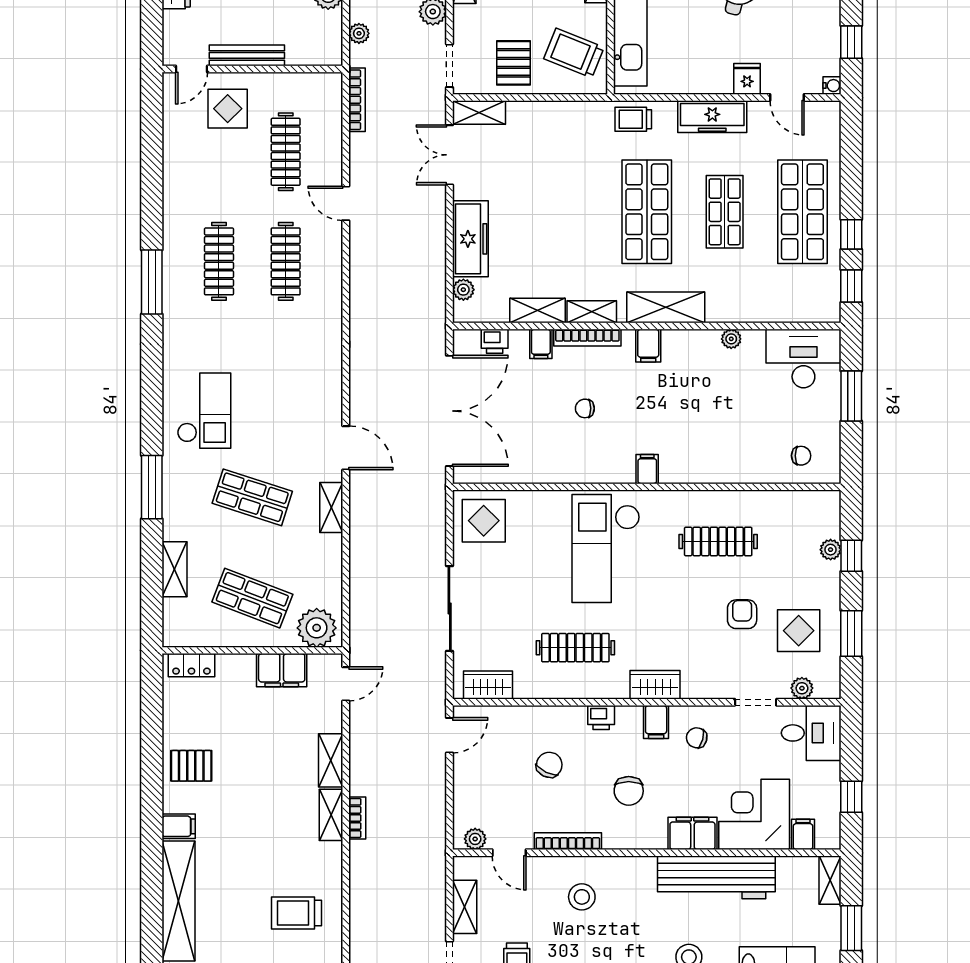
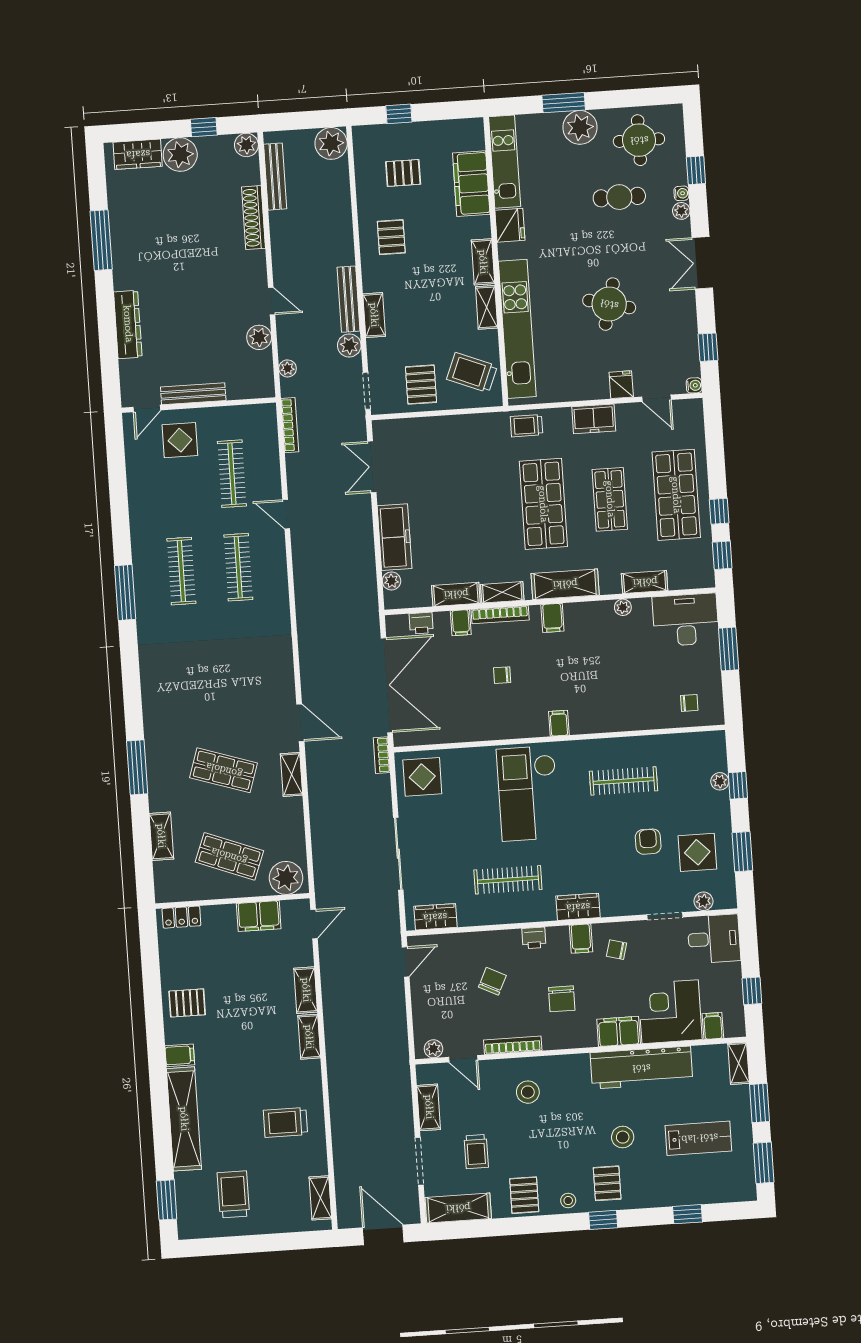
shelving: (479, 113) -> (645, 582), moved
freezer: (712, 117) -> (594, 419), width x0.71
checkout: (204, 411) -> (177, 699), removed
bookcase: (357, 818) -> (382, 755), moved, turned 180

